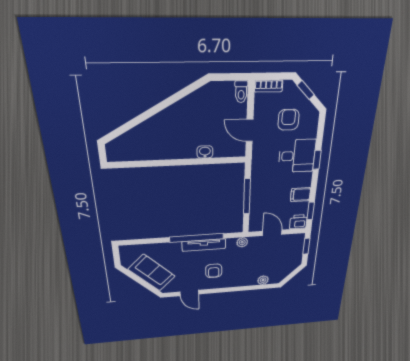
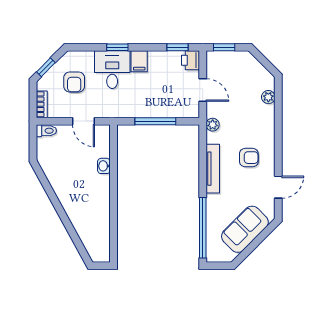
armchair: (288, 120) -> (74, 82), turned -90
door: (250, 130) -> (83, 121), hinge flipped
filing cabinet: (300, 195) -> (139, 61), moved
door: (272, 233) -> (203, 90), swing flipped
window: (197, 238) -> (203, 228), moved

